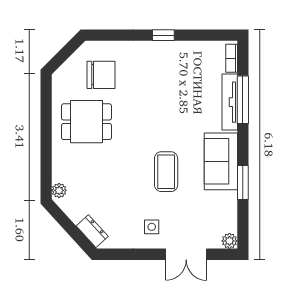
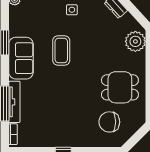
plant: (59, 190) -> (135, 41), width x1.88, depth x1.88

